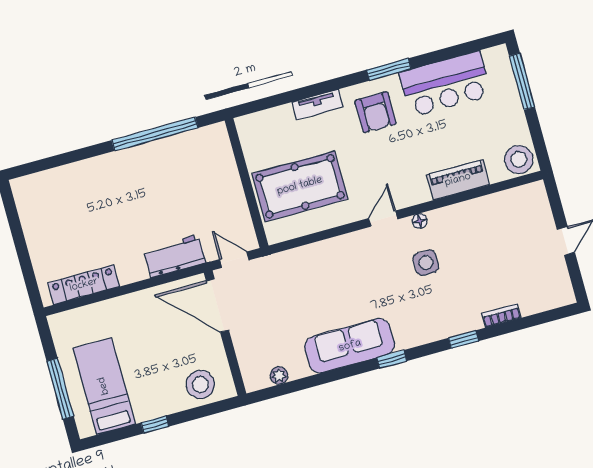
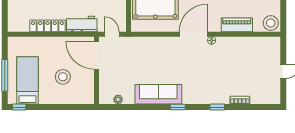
door: (383, 219) -> (193, 34), width x1.87
side table: (426, 263) -> (209, 63), removed
locker: (84, 285) -> (47, 26), moved
stool: (200, 384) -> (63, 77), moved
window: (155, 425) -> (19, 107), moved

